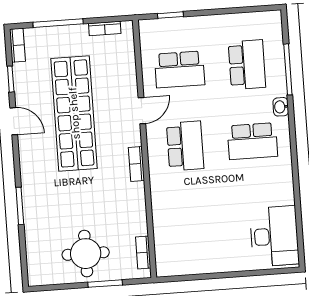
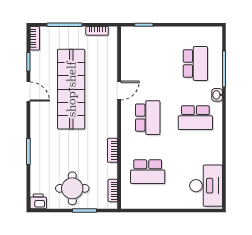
school desk: (180, 69) -> (148, 172), moved
bookcase: (136, 164) -> (113, 150), moved
printer: (39, 275) -> (38, 201), added

